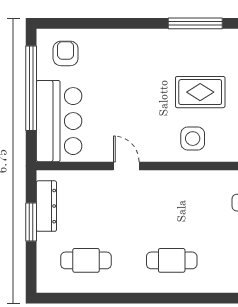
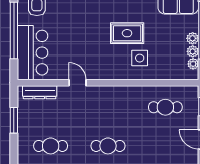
side table: (193, 139) -> (140, 58), moved
dresser: (46, 206) -> (40, 92), moved, turned 90

